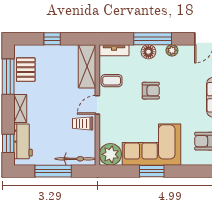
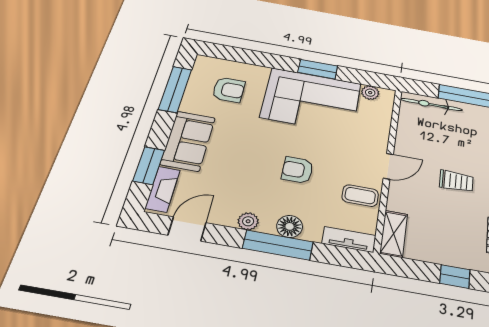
shelving: (87, 66) -> (394, 234), width x0.67, depth x0.75
trolley: (83, 123) -> (456, 181), moved
plant: (110, 154) -> (370, 93), width x0.53, depth x0.53

